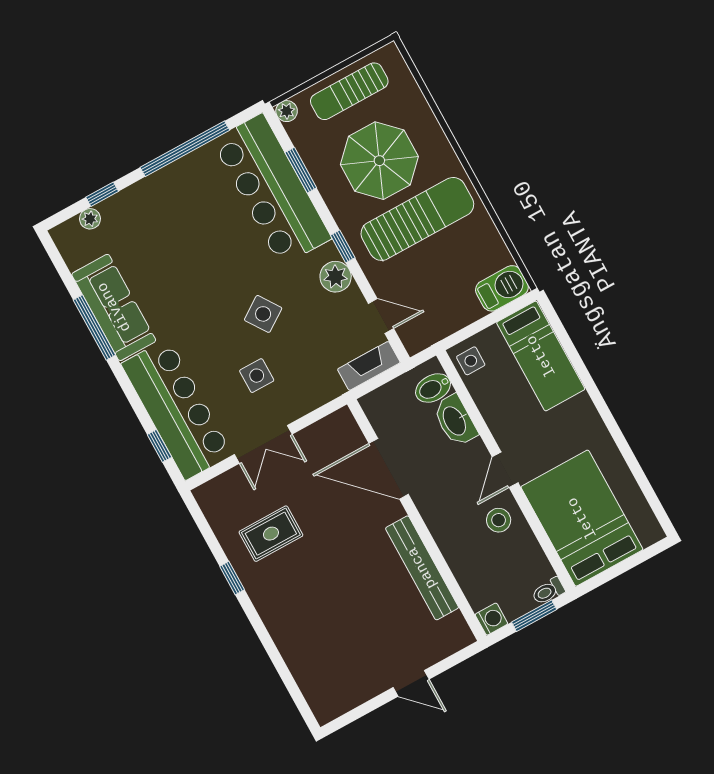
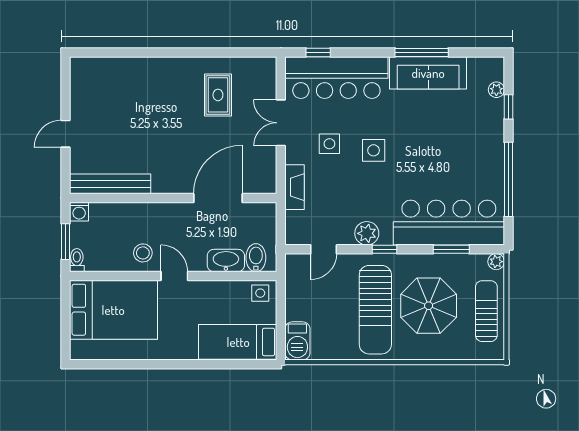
side table: (263, 314) -> (374, 150), moved, turned 34
fireplace: (369, 366) -> (295, 187), moved
bench: (422, 568) -> (110, 184), moved
window: (232, 578) -> (202, 52), removed

